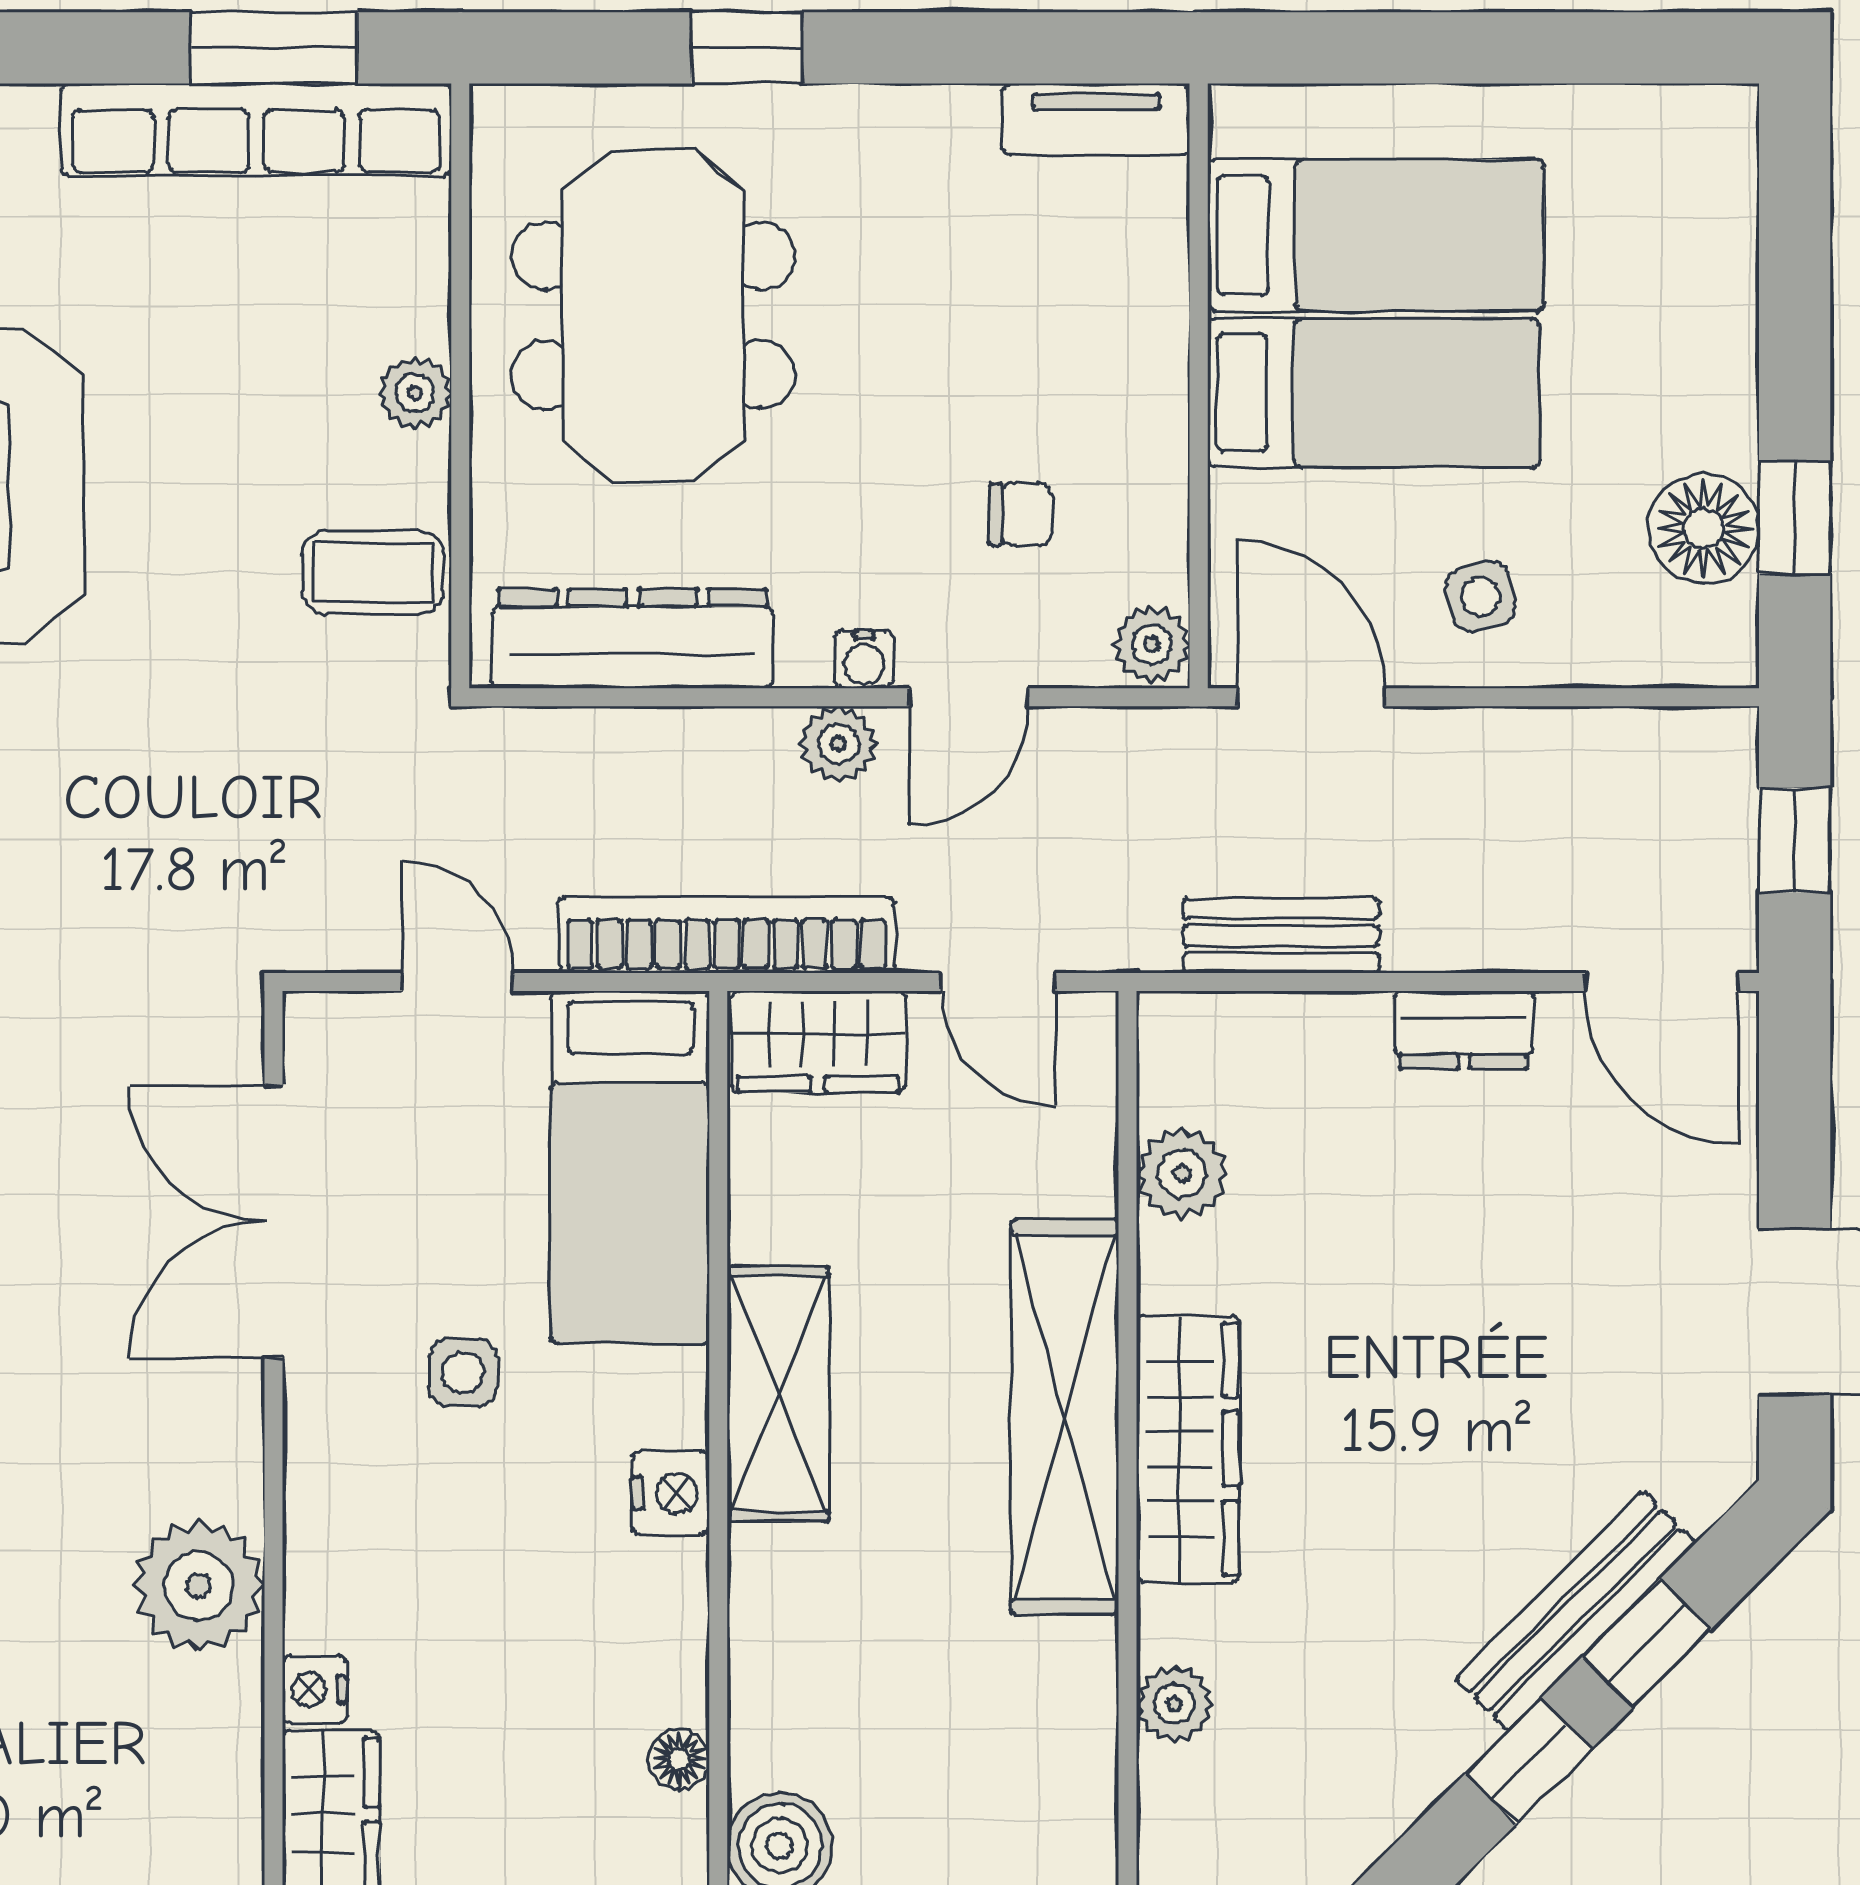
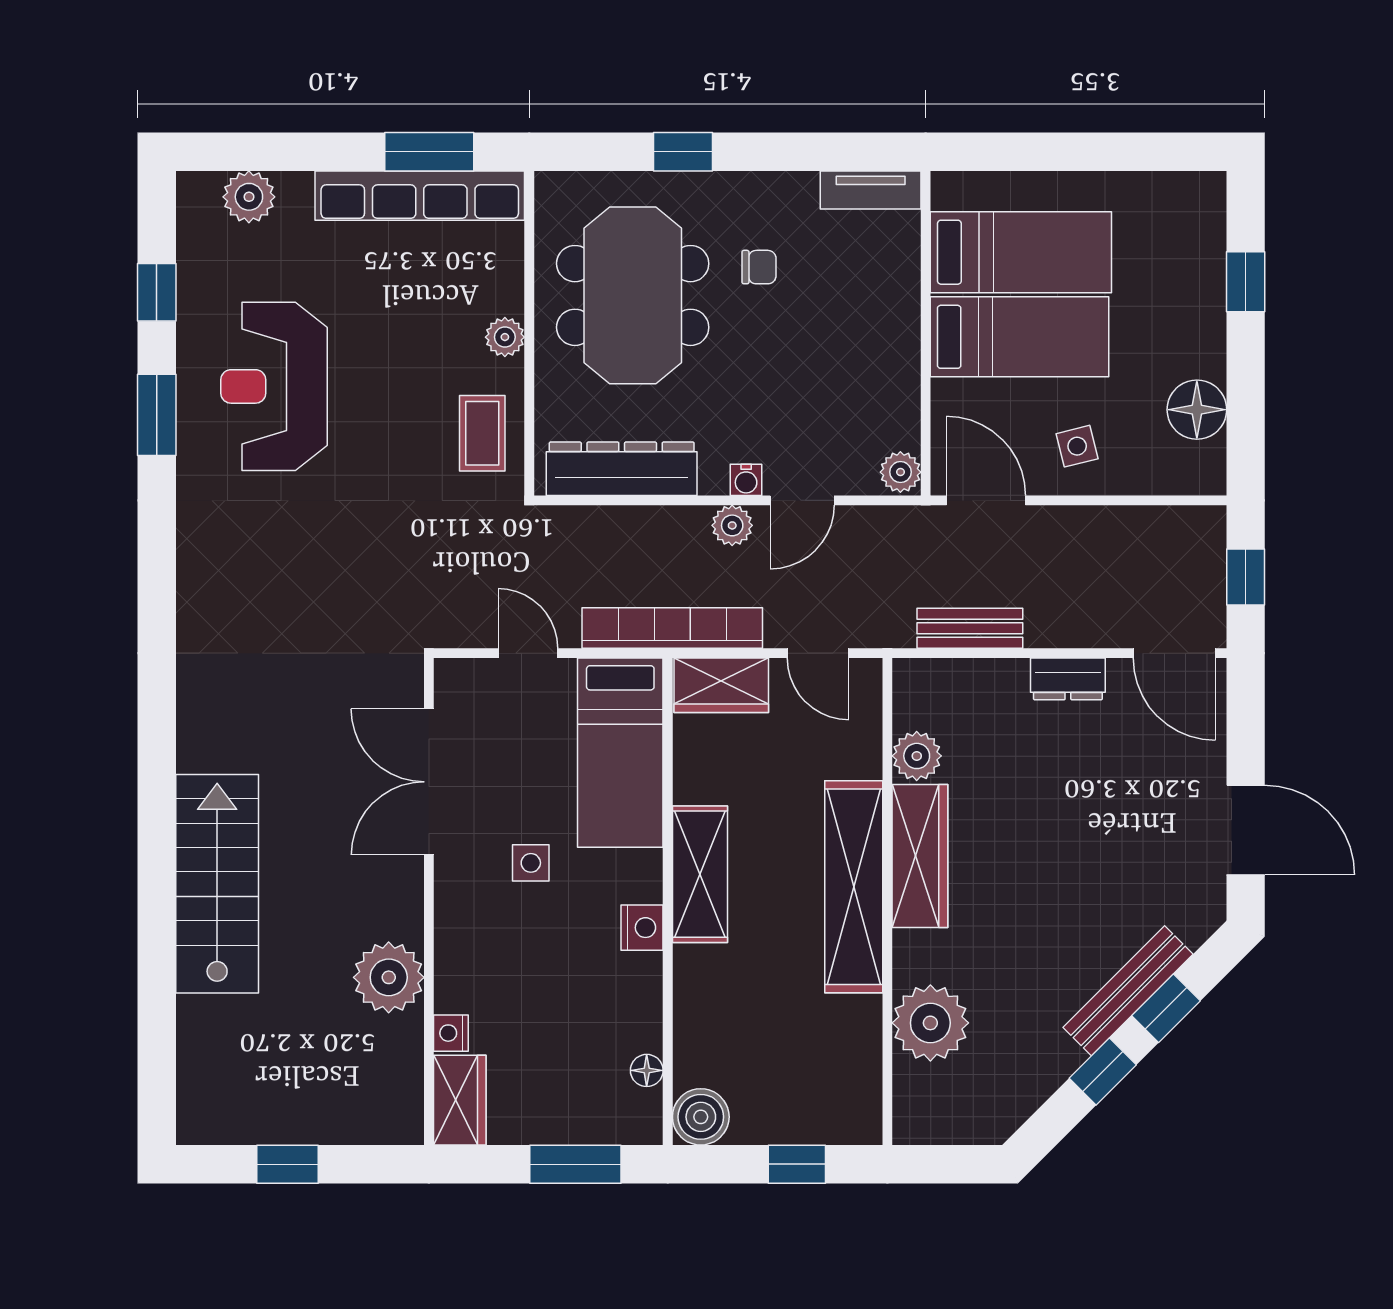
chair: (1021, 514) -> (759, 267), moved
window: (1795, 517) -> (1246, 282), moved
coffee table: (373, 572) -> (482, 433), turned 90
wardrobe: (1188, 1449) -> (920, 856), moved
plant: (1174, 1704) -> (930, 1023), width x1.88, depth x1.88

